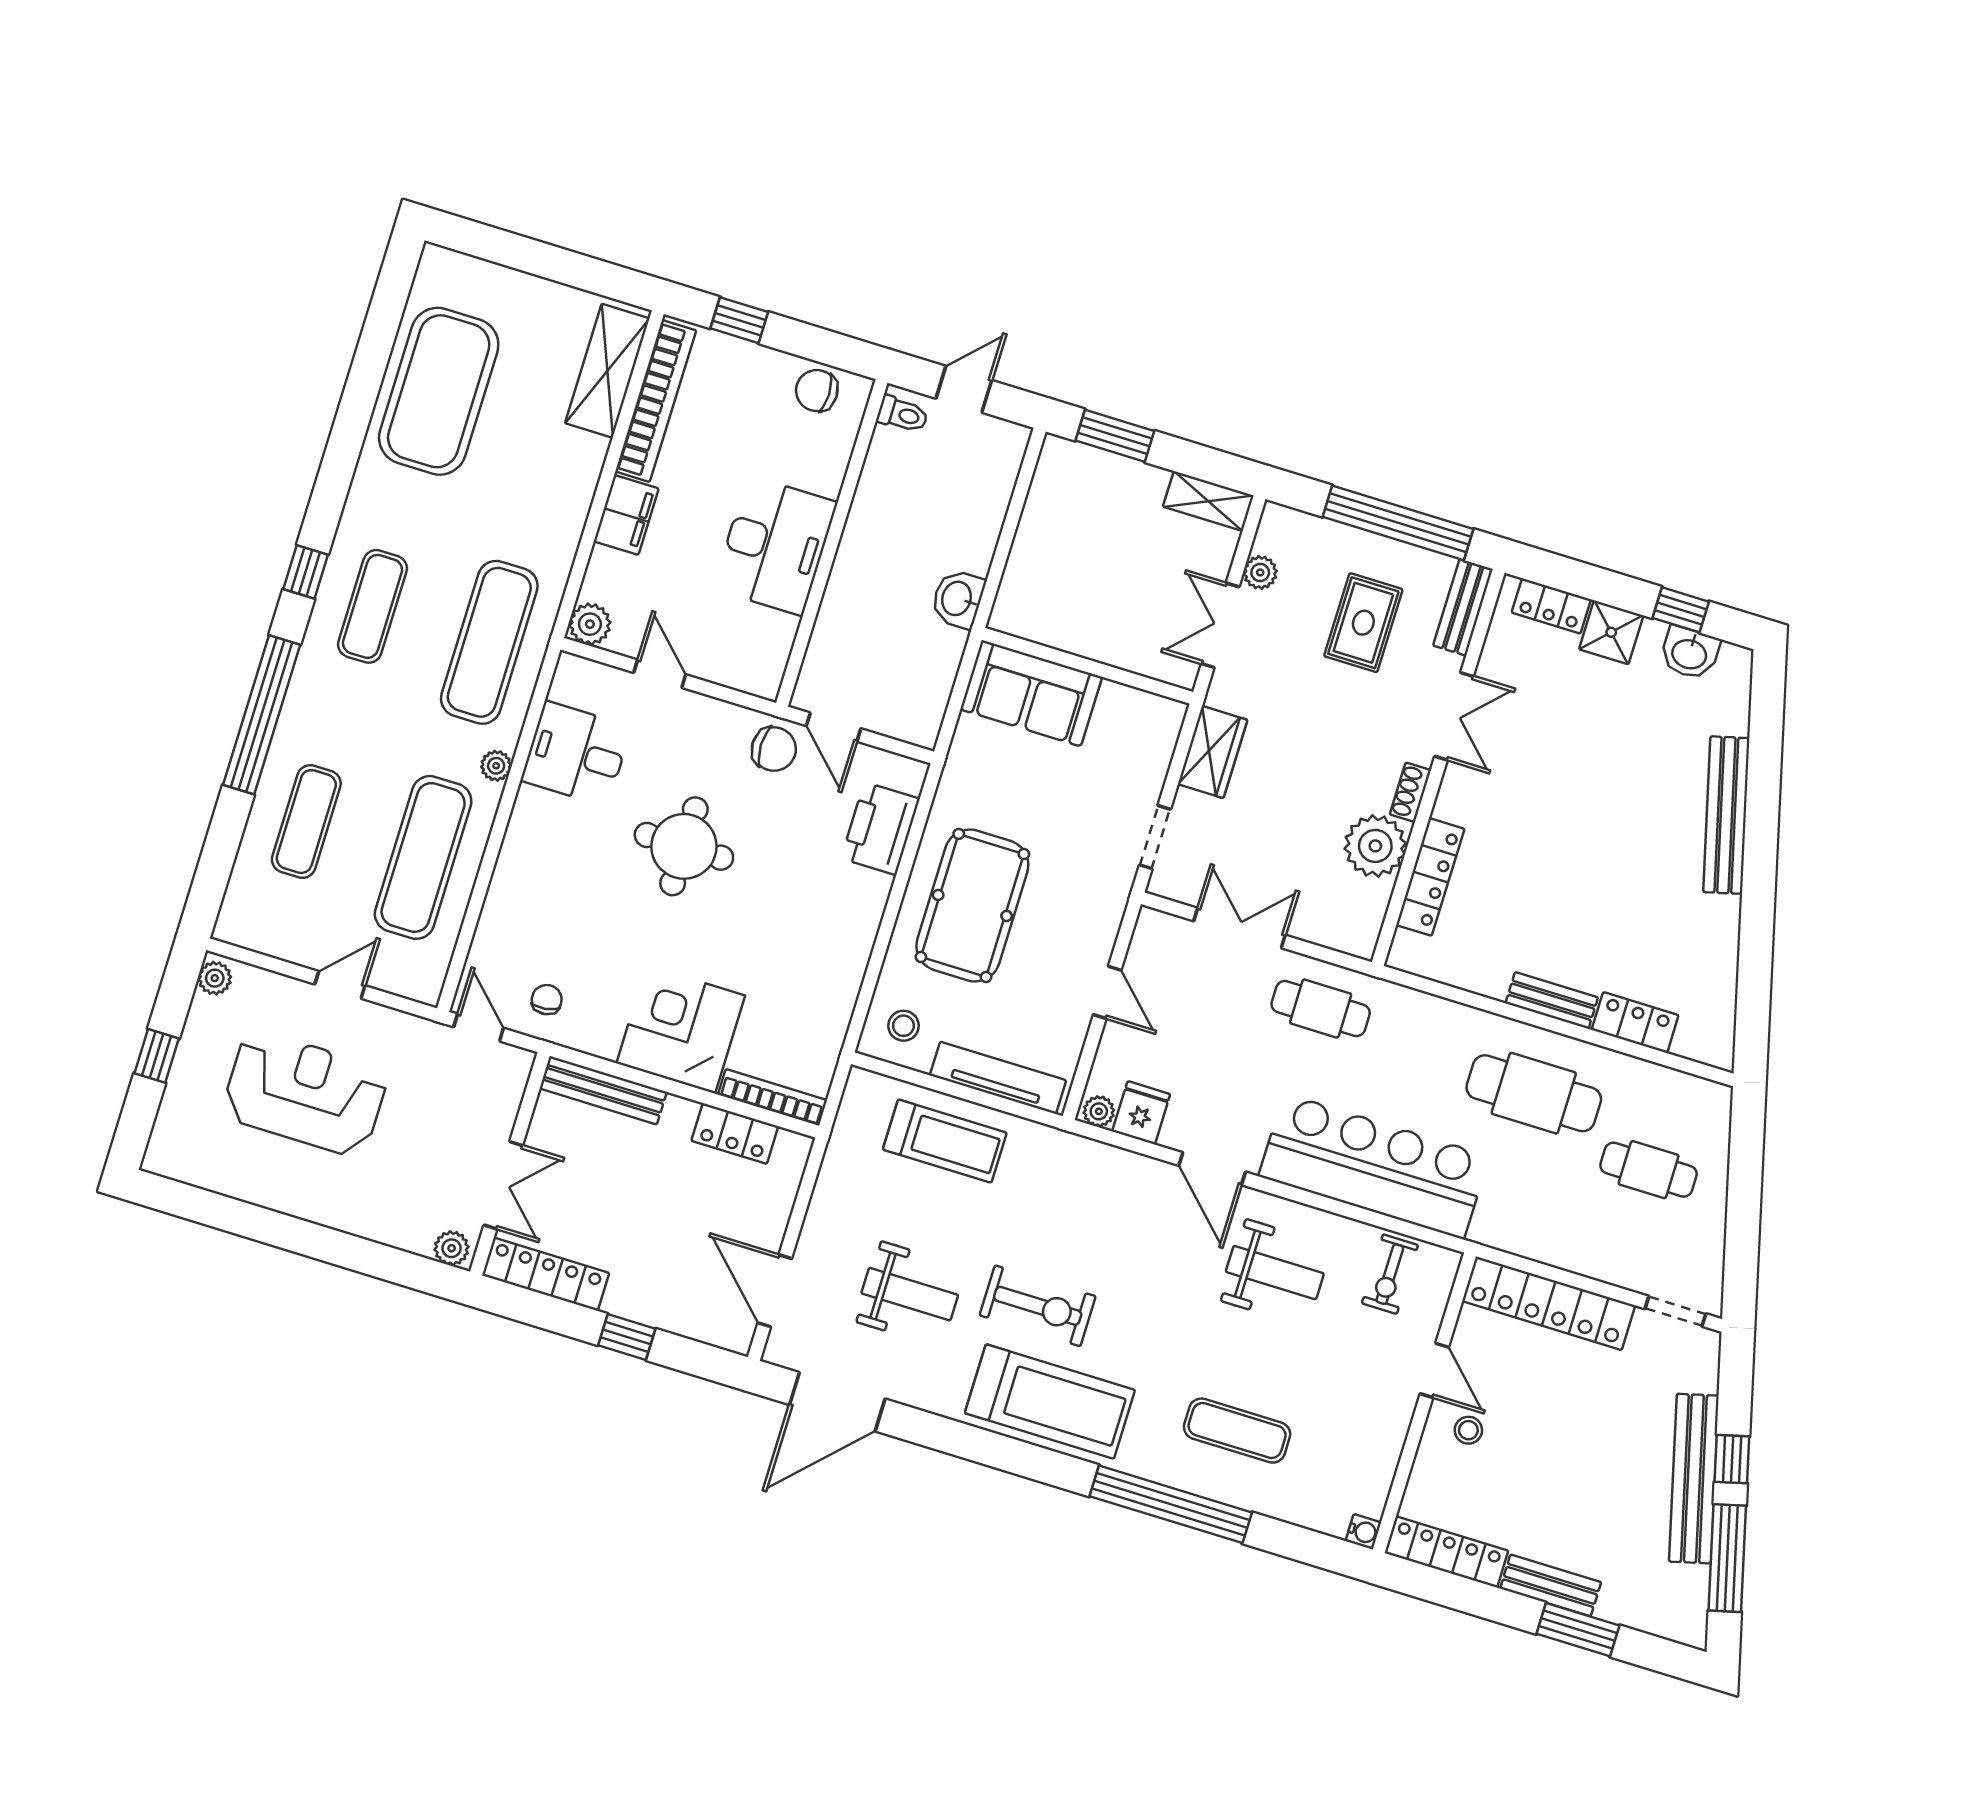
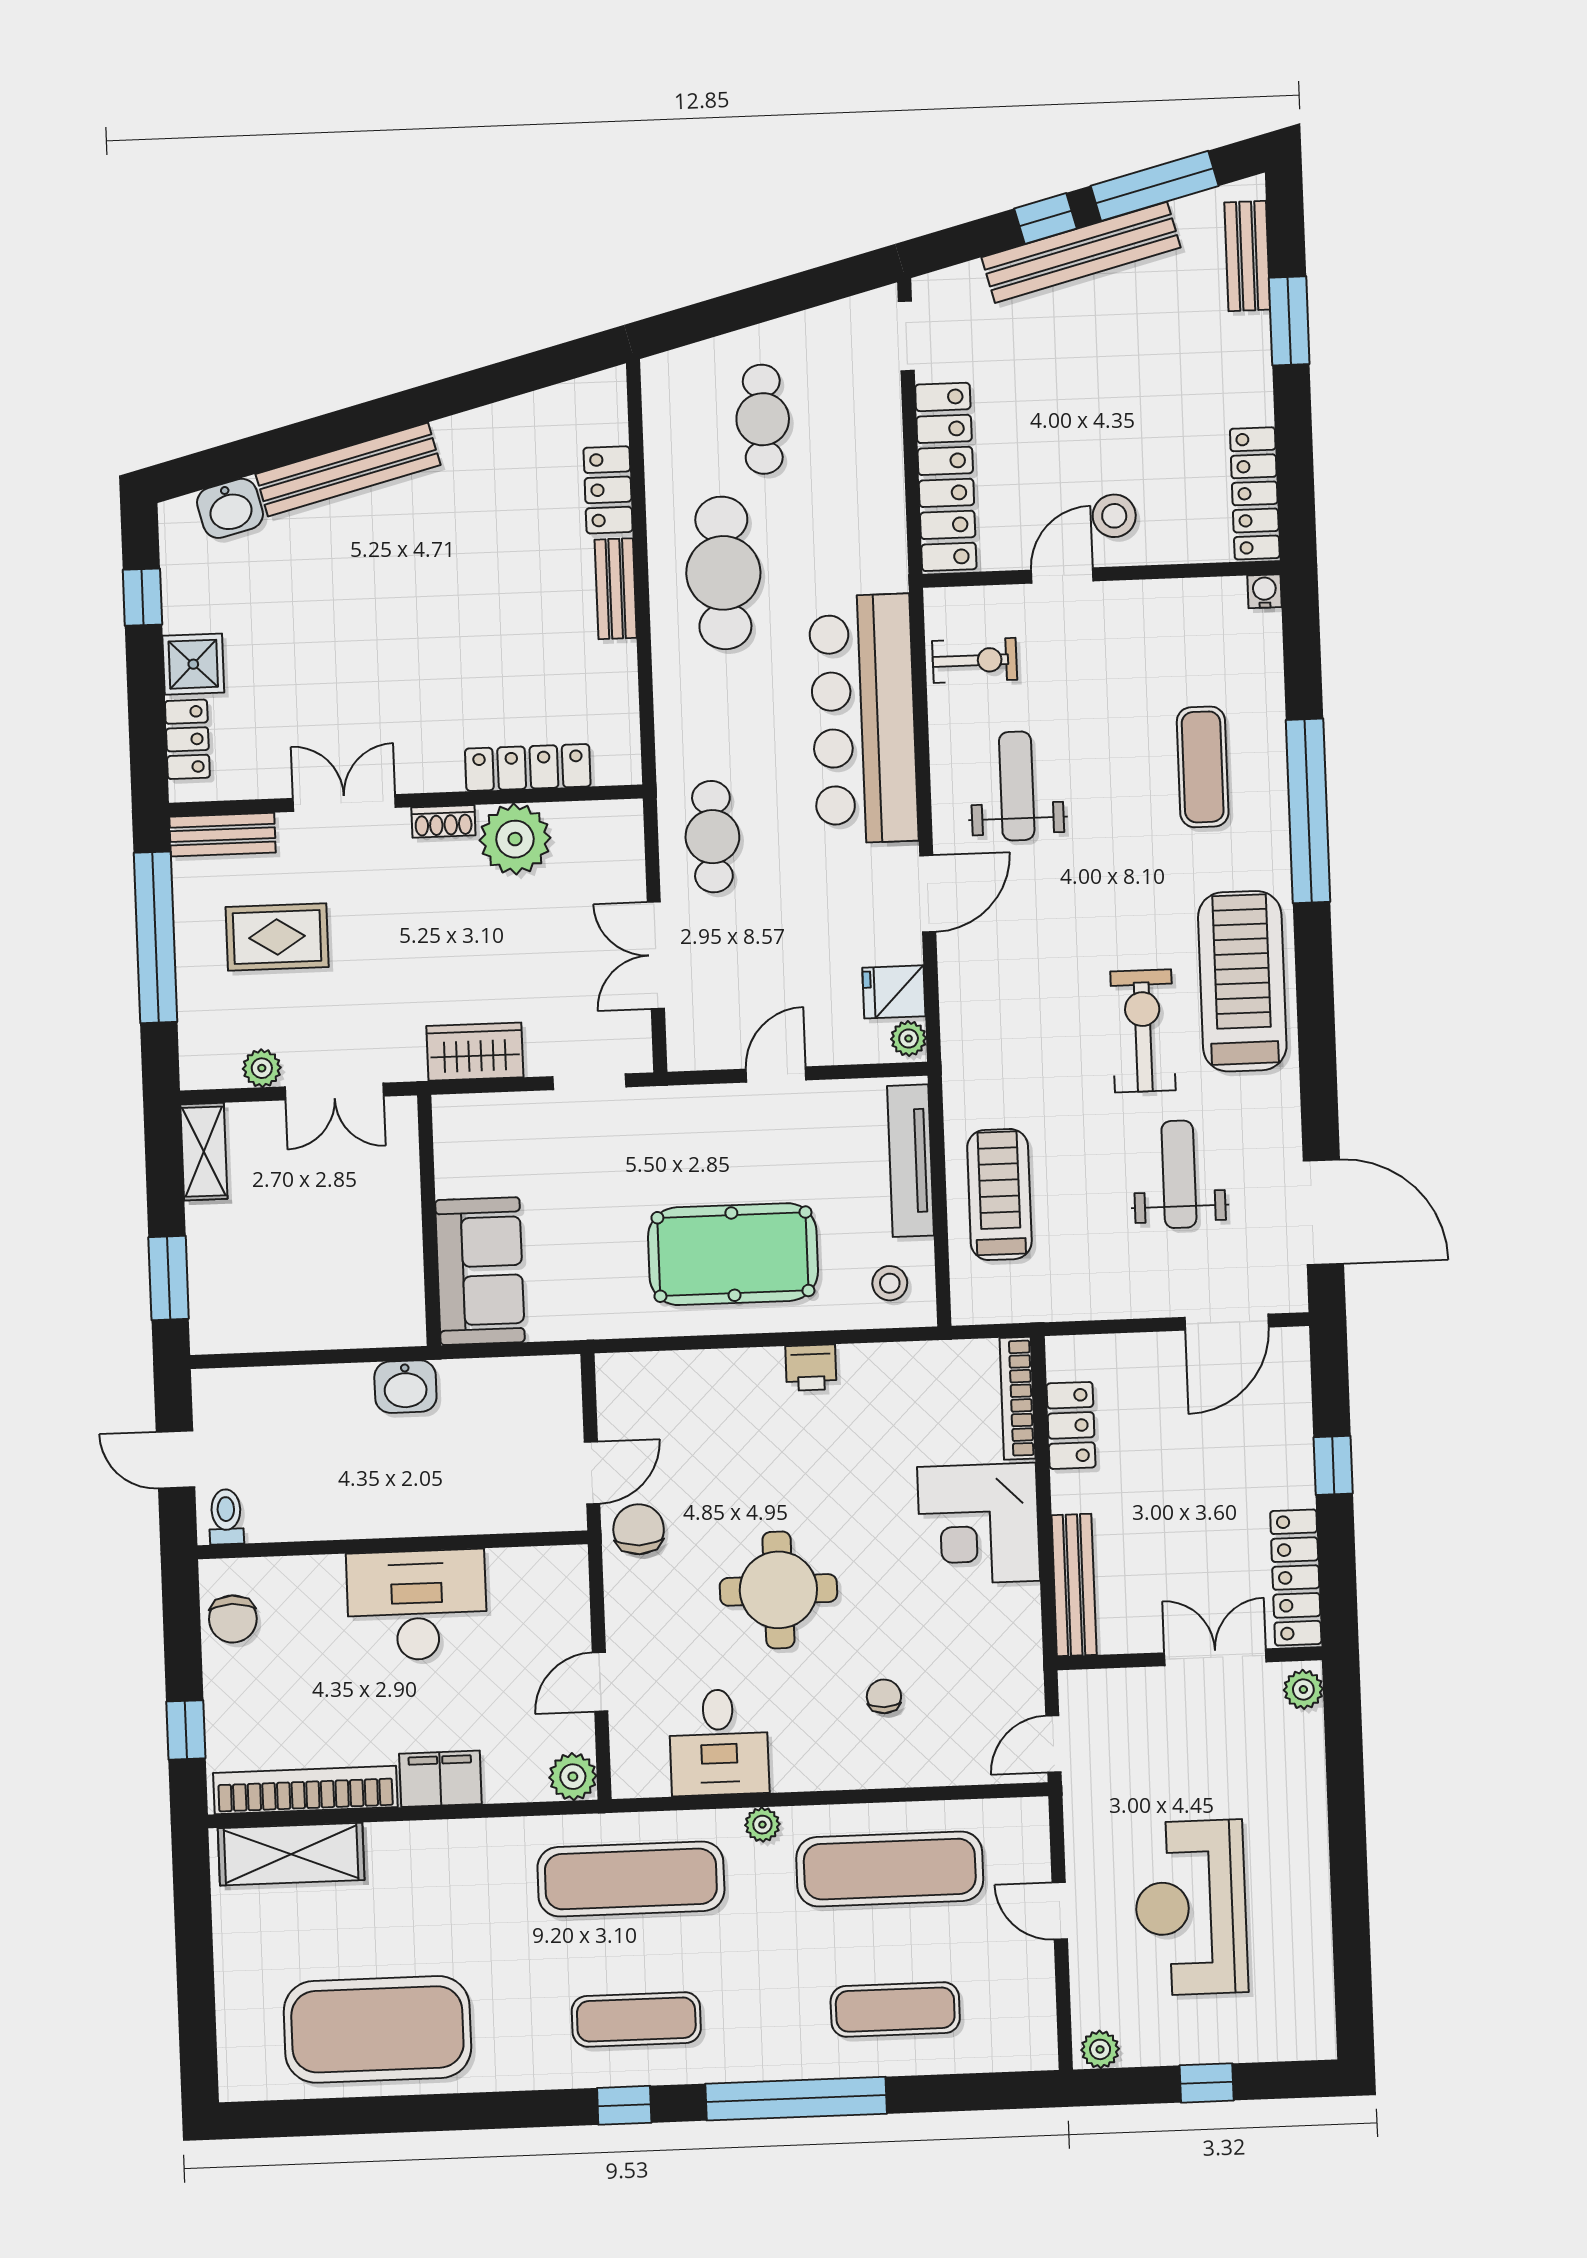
washbasin: (1690, 653) -> (230, 508), moved, turned 76
printer: (880, 829) -> (811, 1368), moved, width x0.53, depth x0.68
chair: (547, 1000) -> (884, 1696), moved, turned 97
stool: (1468, 1430) -> (1114, 516), width x1.37, depth x1.37
bench: (1551, 1585) -> (1247, 256), moved

